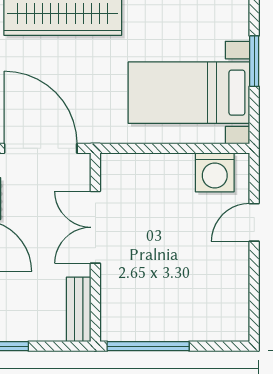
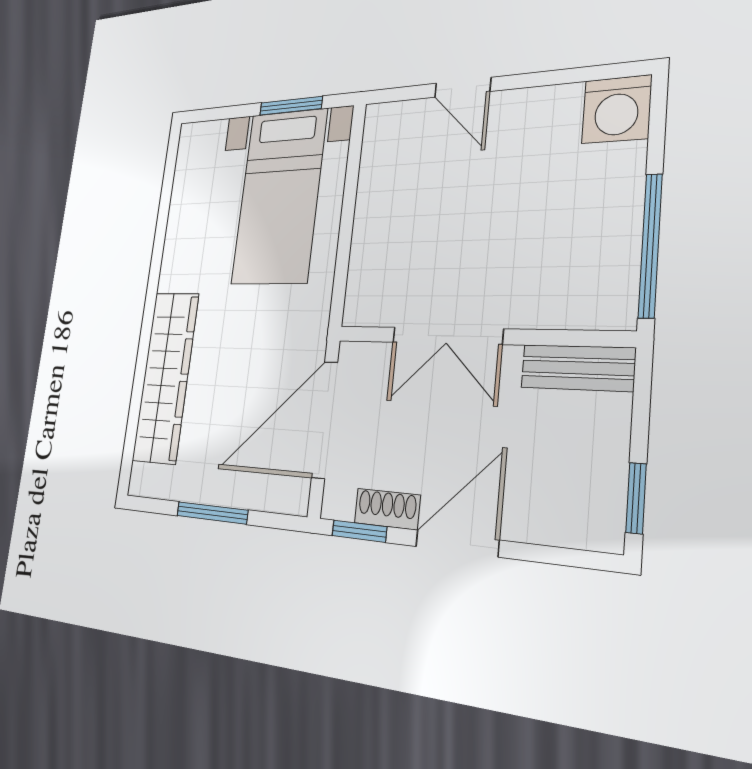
window: (254, 61) -> (291, 106), moved
washing machine: (215, 172) -> (617, 109), moved, turned 90

